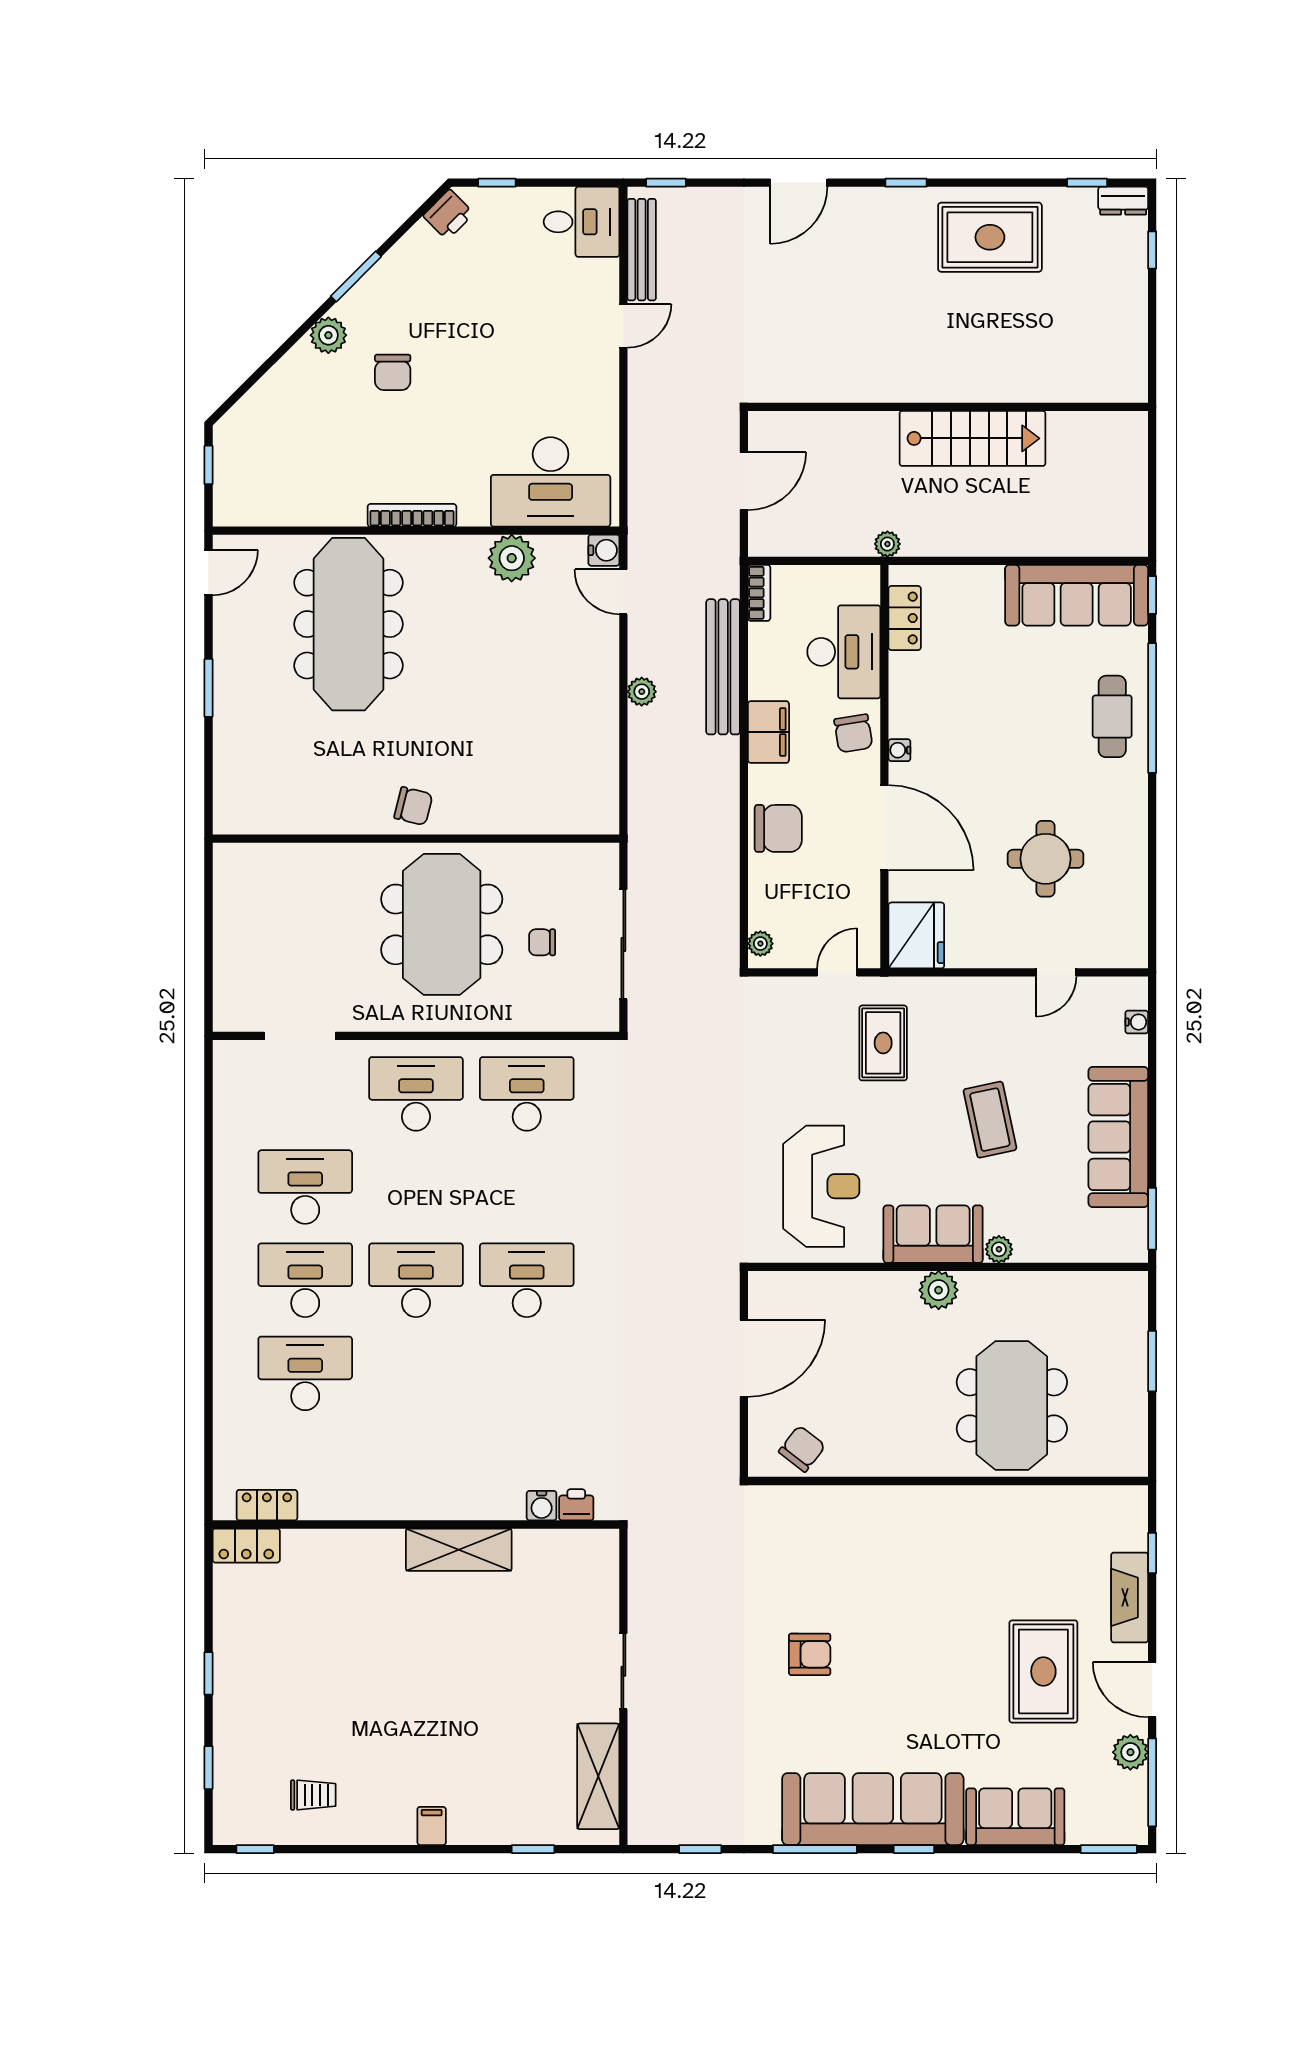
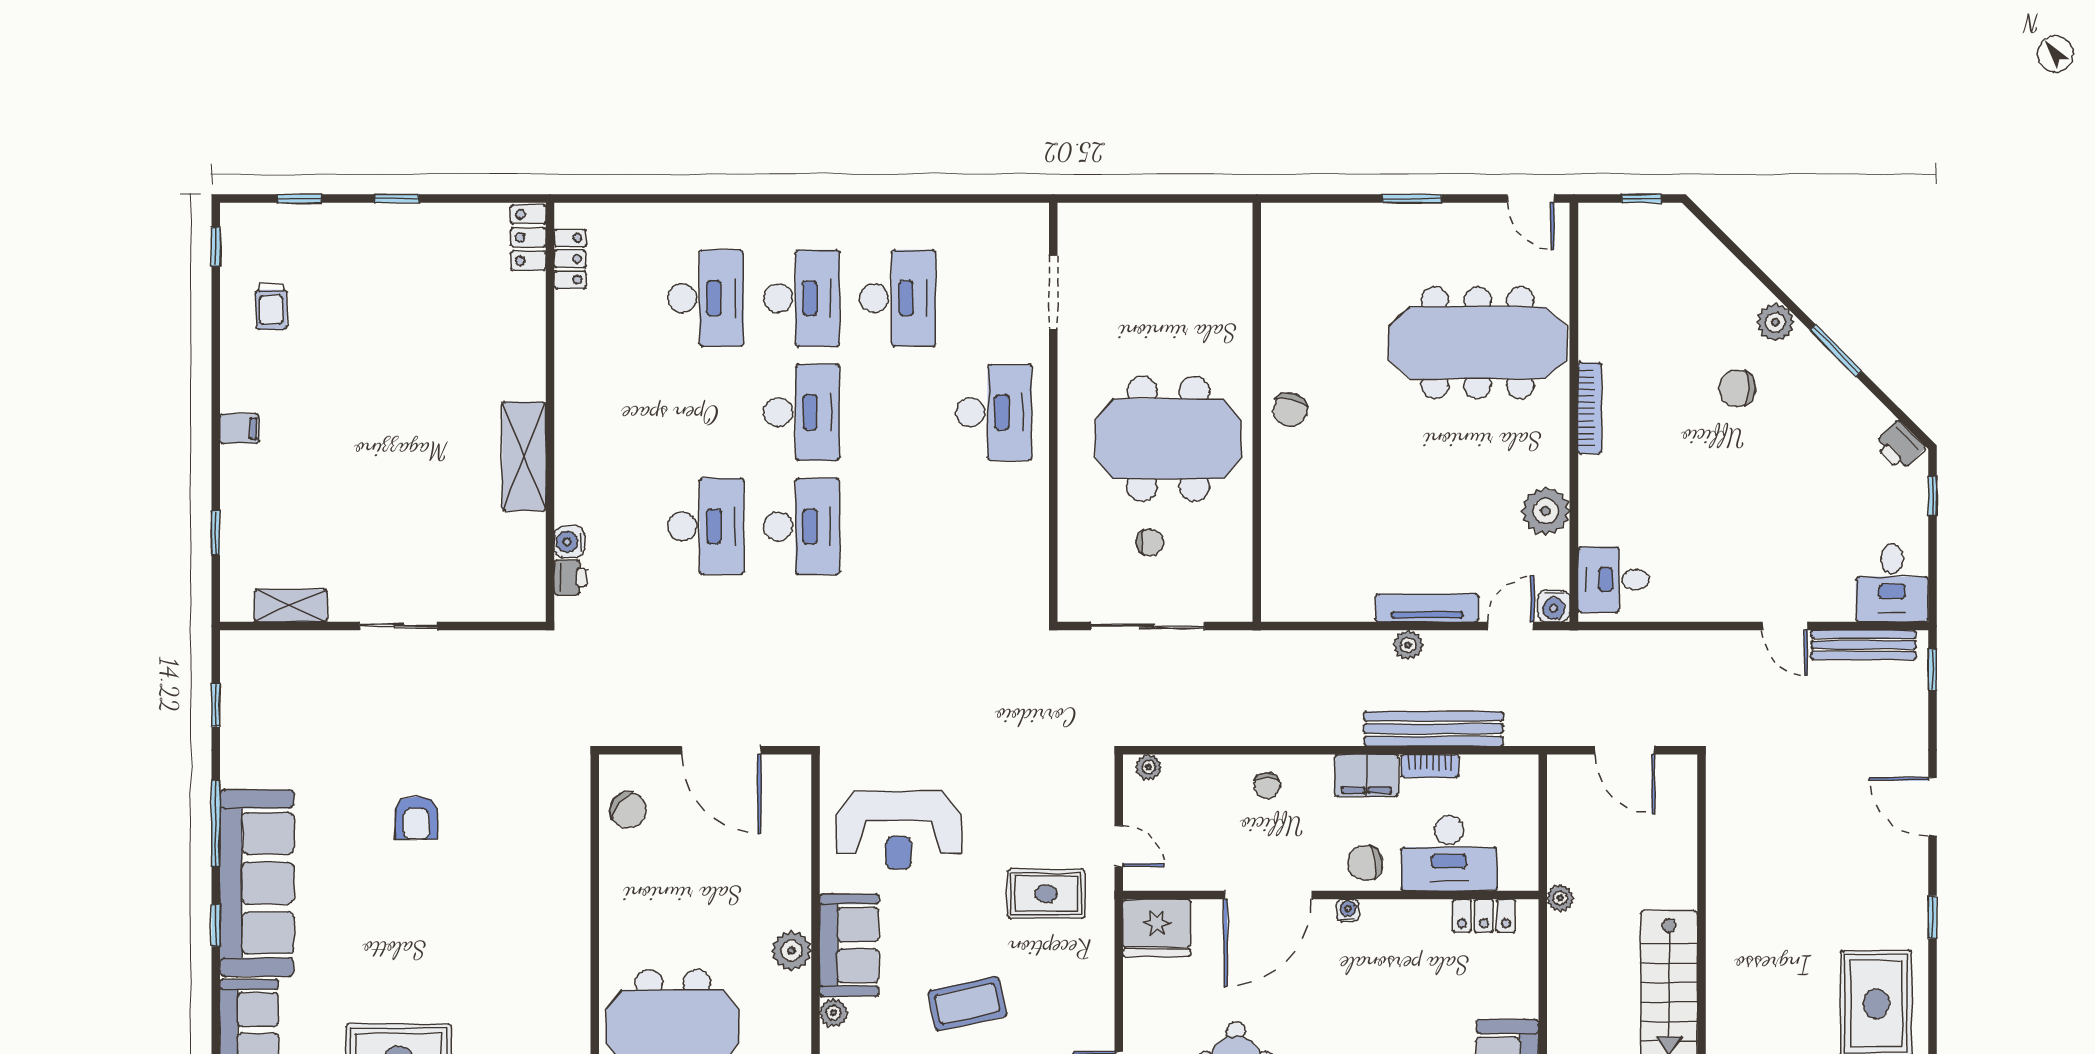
desk: (551, 482) -> (1613, 580), width x0.53, depth x0.77
bookcase: (759, 593) -> (1430, 766), moved
tv unit: (606, 673) -> (1427, 608), added
chair: (778, 828) -> (1267, 786), width x0.54, depth x0.54
chair: (542, 942) -> (1150, 542), turned 90
desk: (527, 1094) -> (706, 526), moved
shelving: (598, 1776) -> (291, 606), width x0.67, depth x0.75

